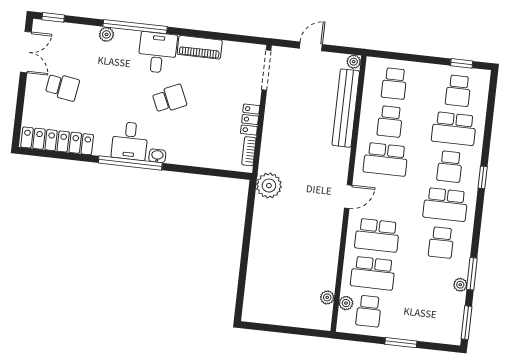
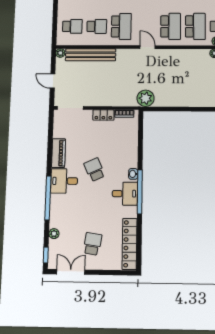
plant: (106, 34) -> (54, 234), moved

